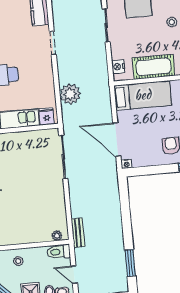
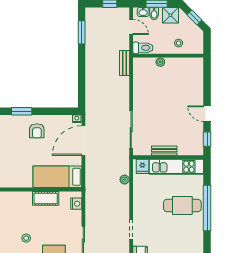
cot: (154, 67) -> (46, 198), width x0.73, depth x0.75
plant: (70, 94) -> (125, 180), width x0.53, depth x0.53
bench: (23, 137) -> (164, 151), added
door: (117, 140) -> (83, 141), swing flipped
plant: (57, 236) -> (160, 62), moved

